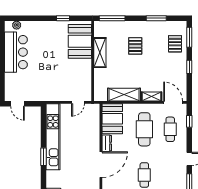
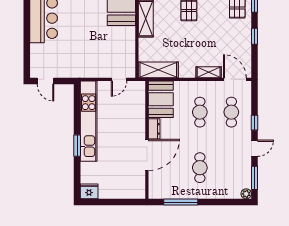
shelving: (124, 95) -> (158, 70), moved
window: (189, 121) -> (254, 123), moved
cafe table: (144, 129) -> (200, 112), width x0.73, depth x0.74

